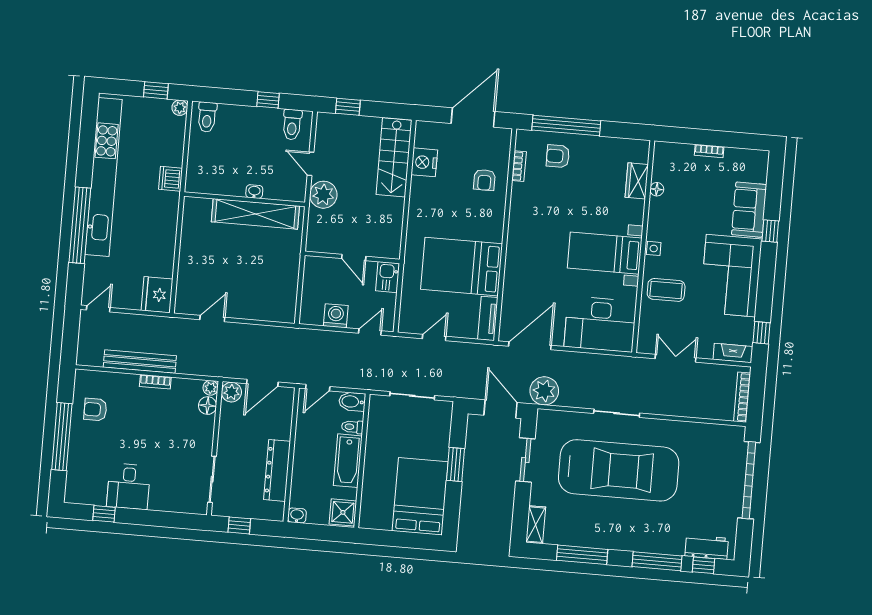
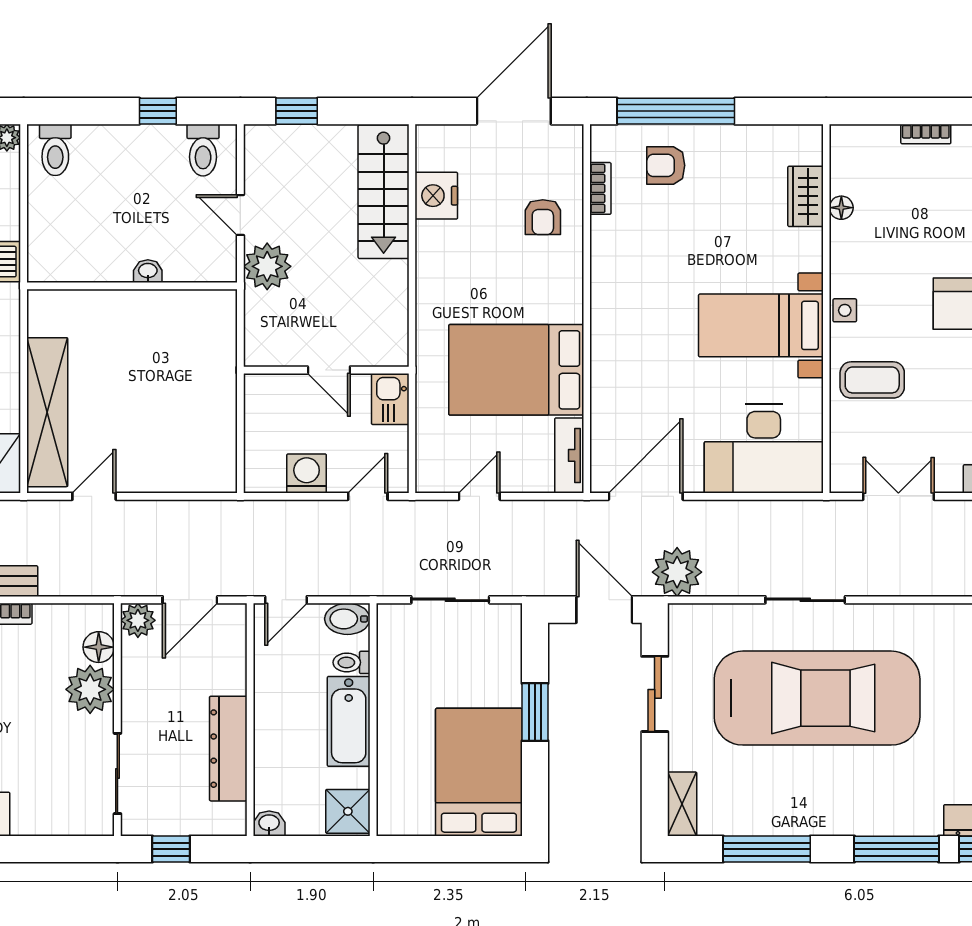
shelving: (255, 214) -> (47, 412), moved, turned 90
plant: (211, 388) -> (90, 689), moved, width x1.88, depth x1.88

